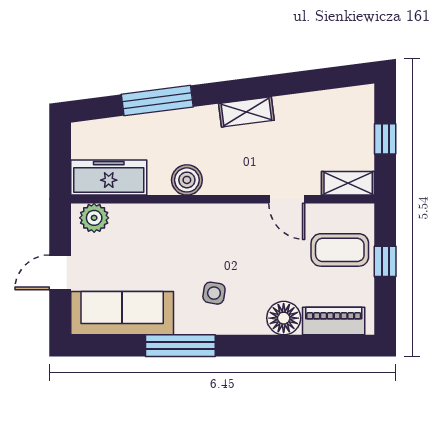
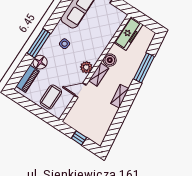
shelving: (348, 183) -> (99, 74), moved
plant: (94, 218) -> (86, 67), moved
window: (385, 261) -> (37, 110), removed
window: (180, 346) -> (39, 43), moved

